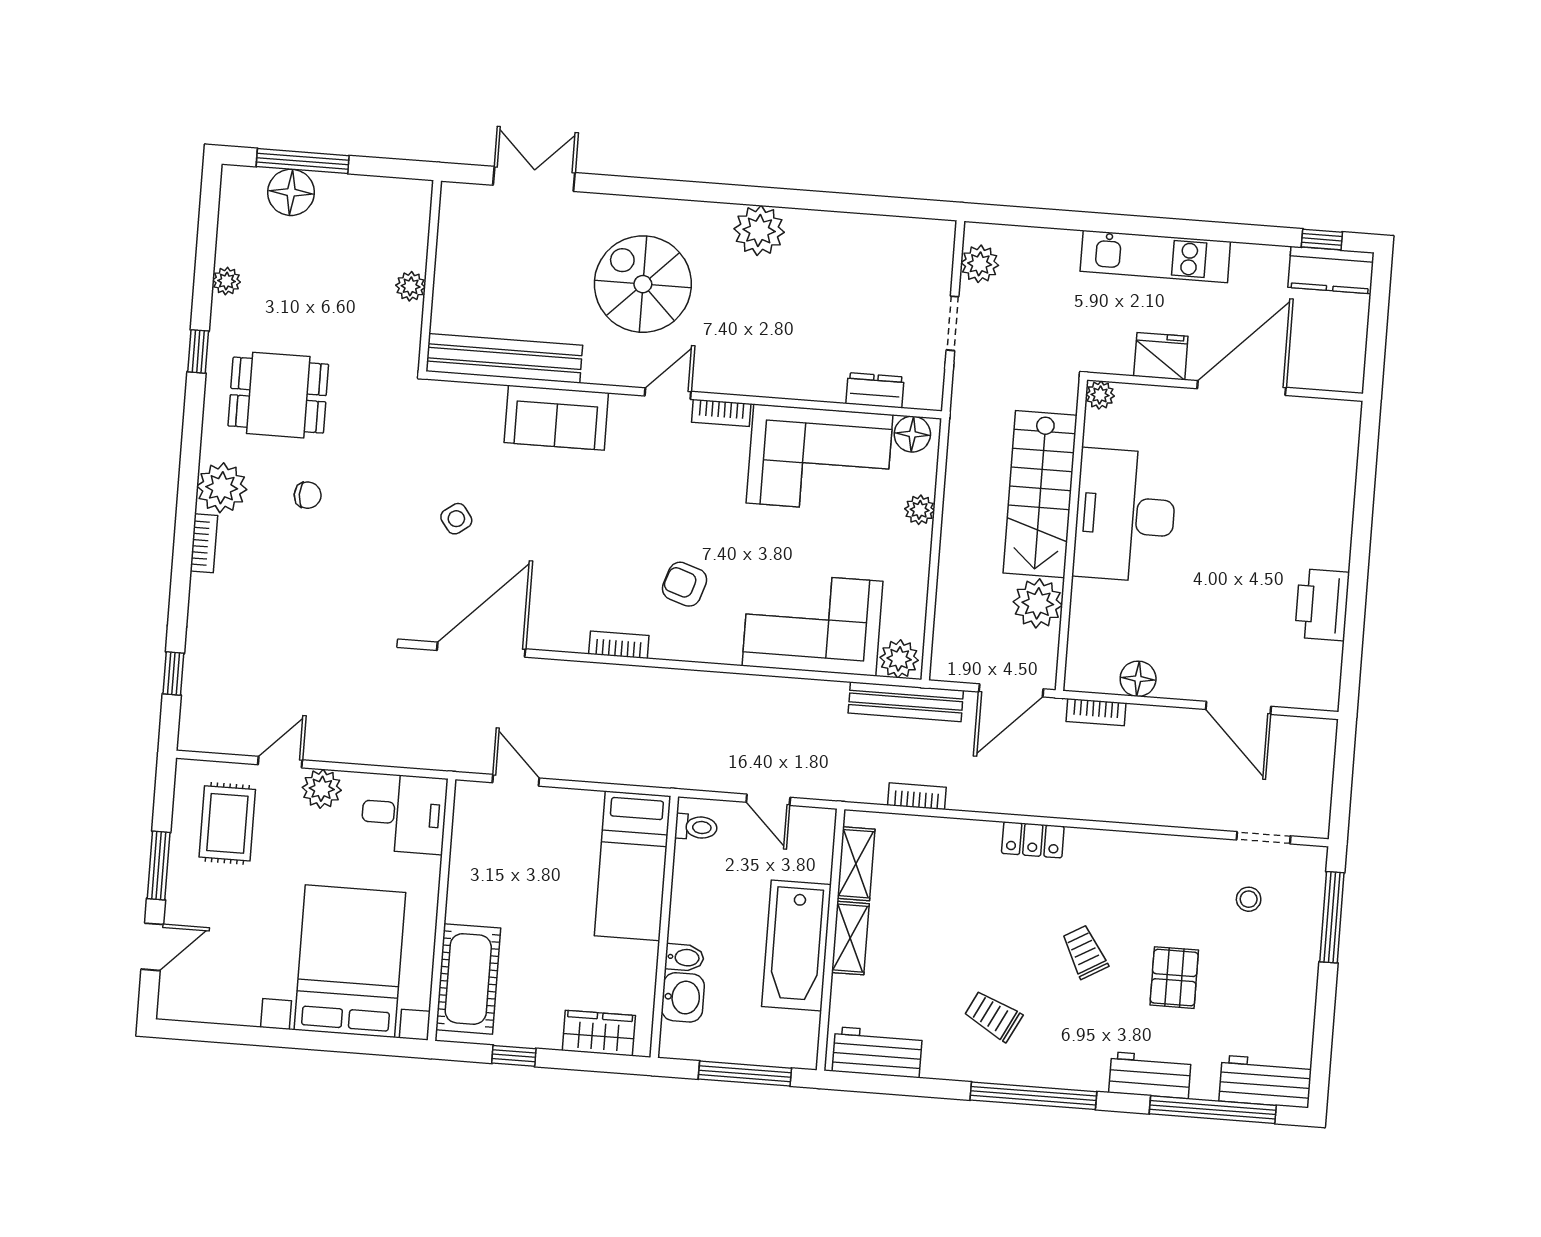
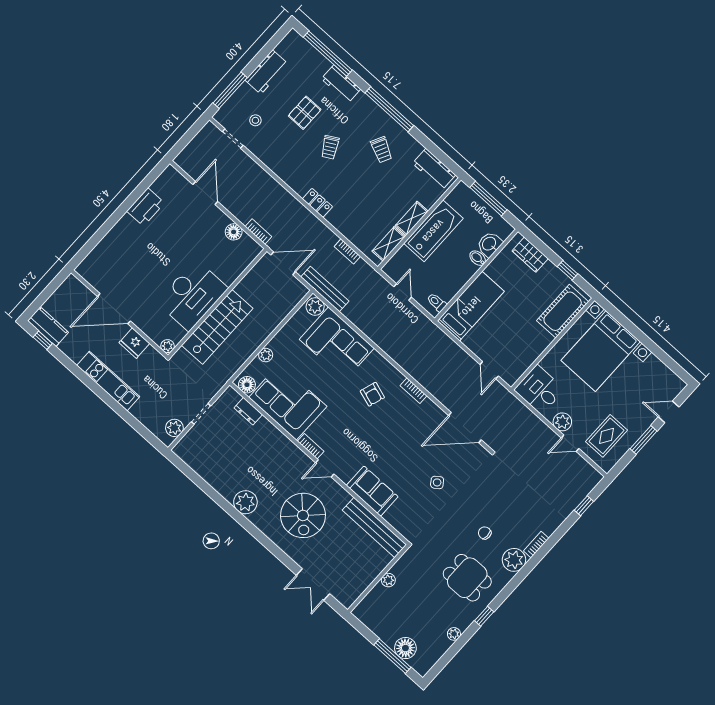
plant: (1038, 603) -> (249, 288), removed
workbench: (1265, 1082) -> (267, 72), moved, turned -90

